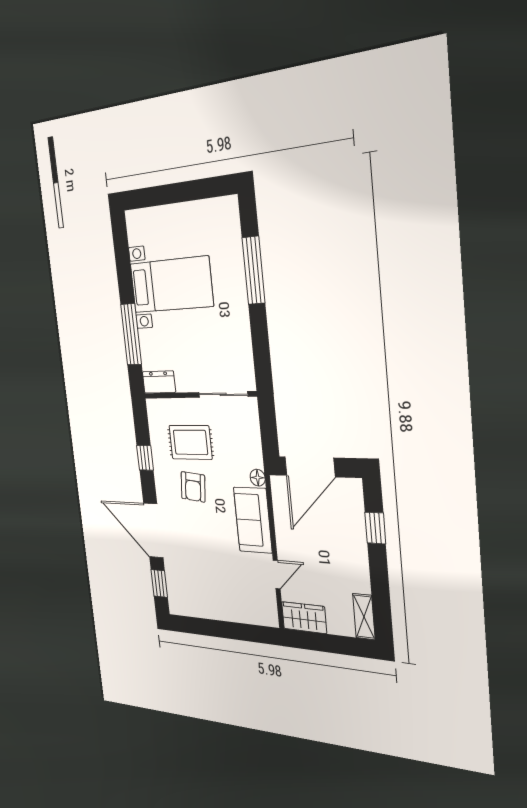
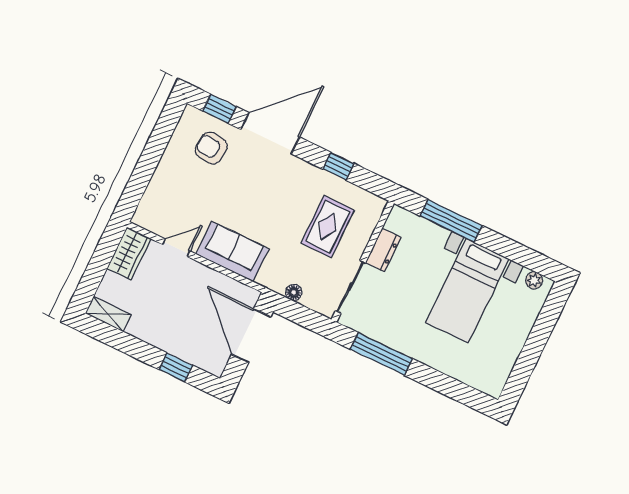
plant: (133, 230) -> (534, 280), added
window: (253, 270) -> (381, 354), moved
dresser: (159, 382) -> (383, 250), moved
floor lamp: (258, 478) -> (294, 292), moved
armchair: (193, 487) -> (211, 148), moved
door: (277, 574) -> (176, 248), swing flipped

